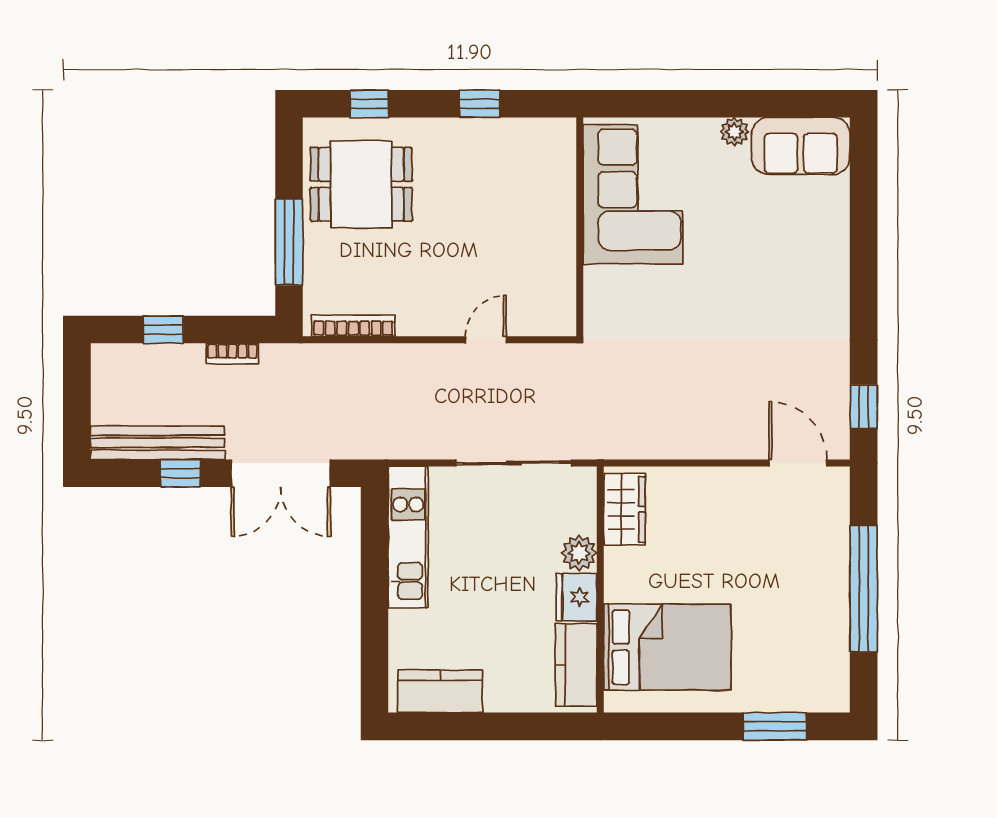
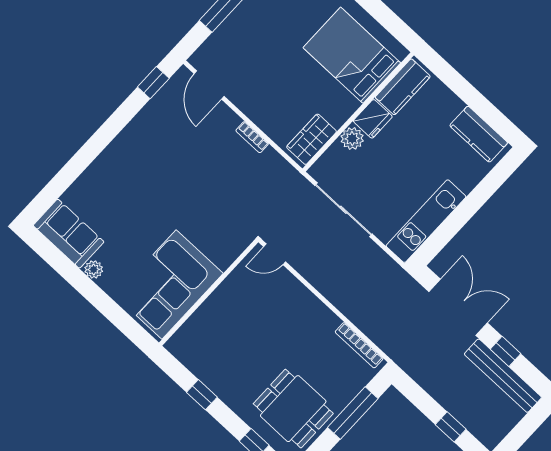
door: (486, 340) -> (275, 254), moved
bookcase: (232, 354) -> (252, 137), moved, turned 180

